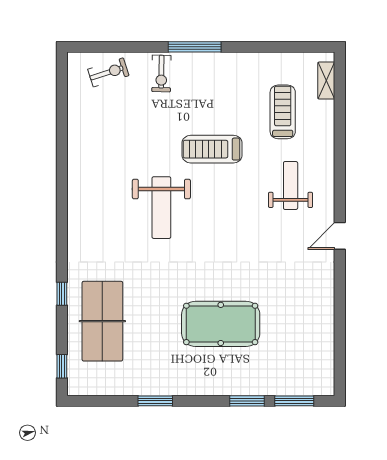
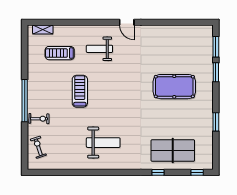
window: (195, 47) -> (25, 101), width x1.46
treadmill: (212, 149) -> (80, 91), turned 180
weight bench: (161, 208) -> (103, 143), moved
pool table: (221, 324) -> (174, 87), turned 90

